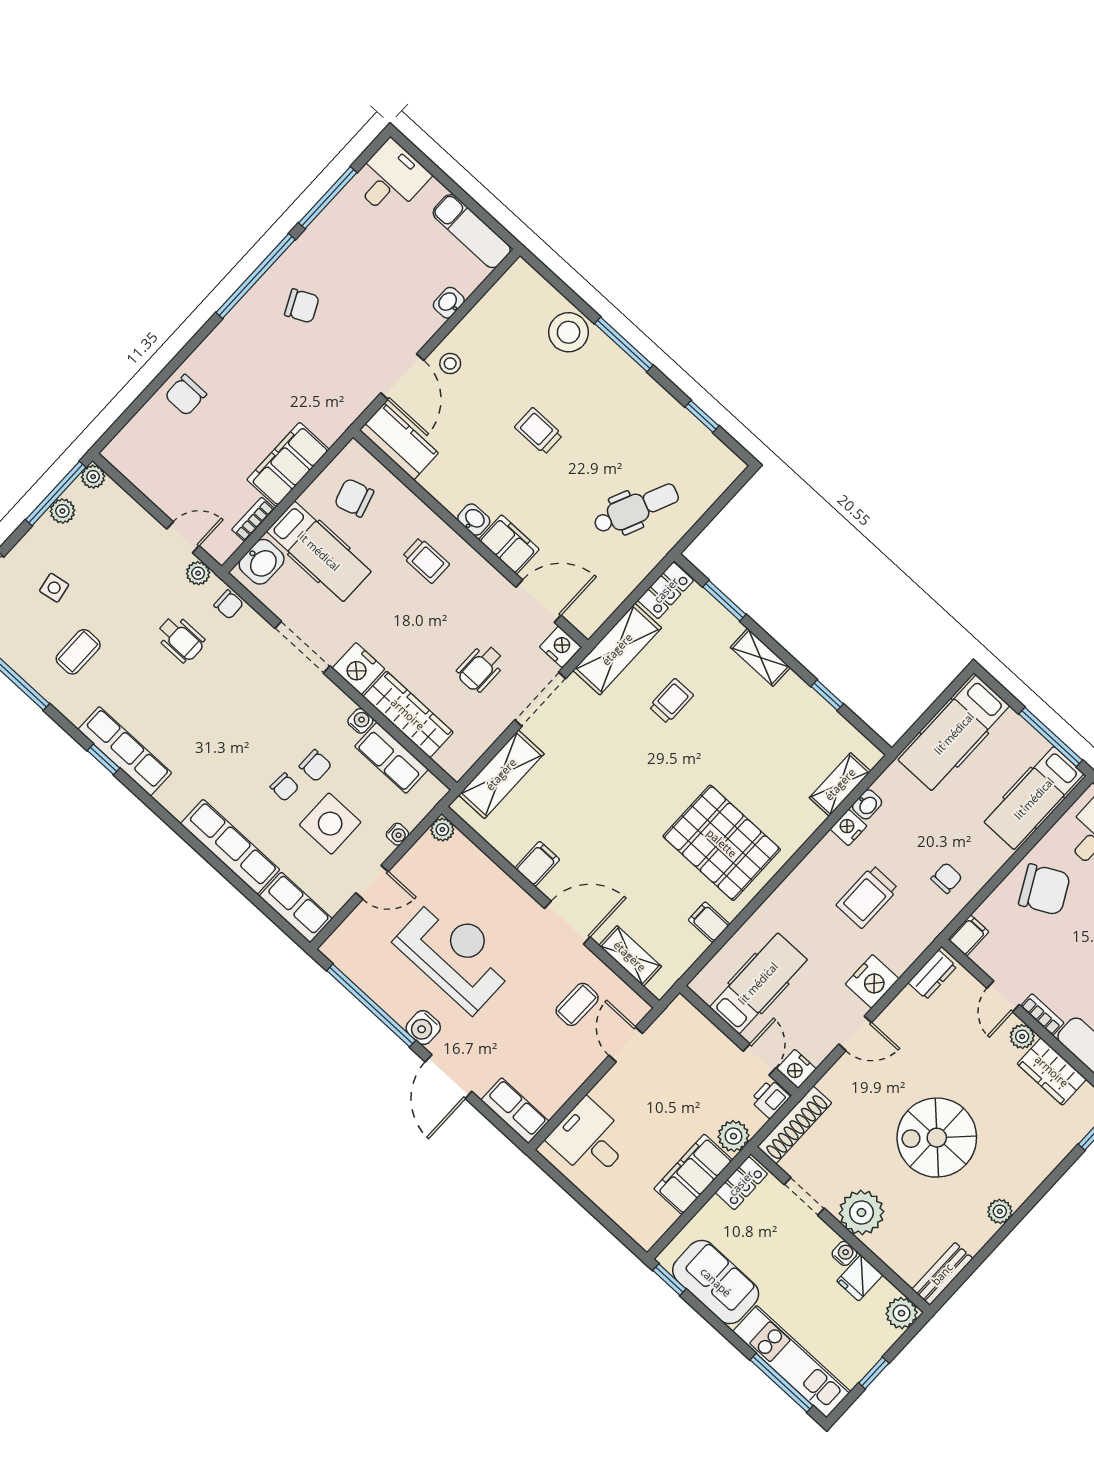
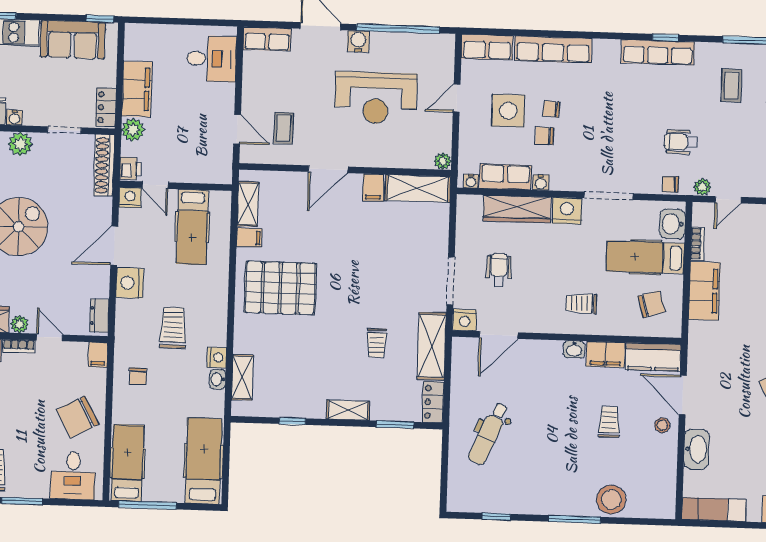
washbasin: (449, 303) -> (696, 449), width x1.91, depth x1.45
trolley: (539, 431) -> (609, 422), moved, turned -90
filing cabinet: (509, 544) -> (605, 354), moved
shelving: (501, 774) -> (418, 188), moved, turned 90
water cooler: (397, 834) -> (471, 181), moved, turned -90
shelving: (630, 956) -> (248, 204), moved, turned 90
door: (855, 1033) -> (114, 246), width x1.38
plant: (861, 1213) -> (20, 144), width x0.73, depth x0.73

